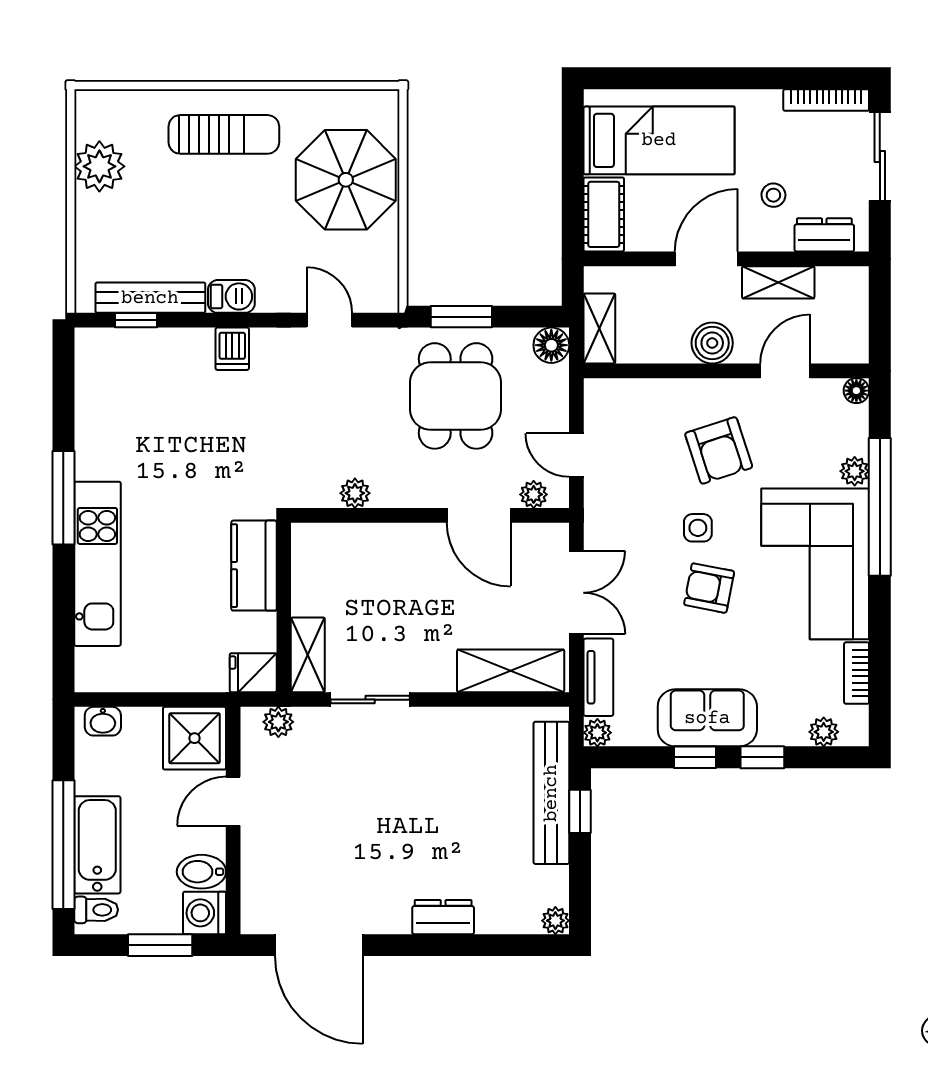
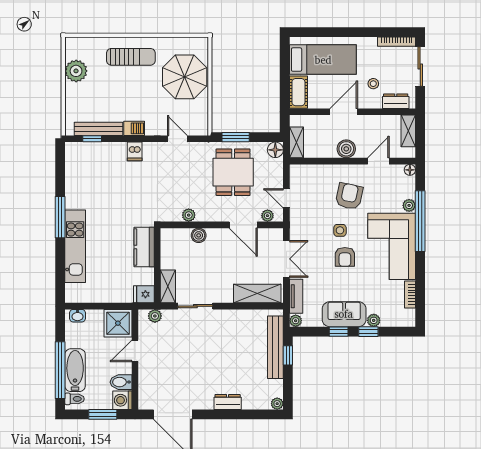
shelving: (778, 282) -> (408, 131), moved, turned 90
armchair: (719, 450) -> (349, 196), turned -150
boiler: (377, 539) -> (199, 235), added
armchair: (709, 588) -> (345, 257), turned -101
plant: (824, 732) -> (374, 320), moved

